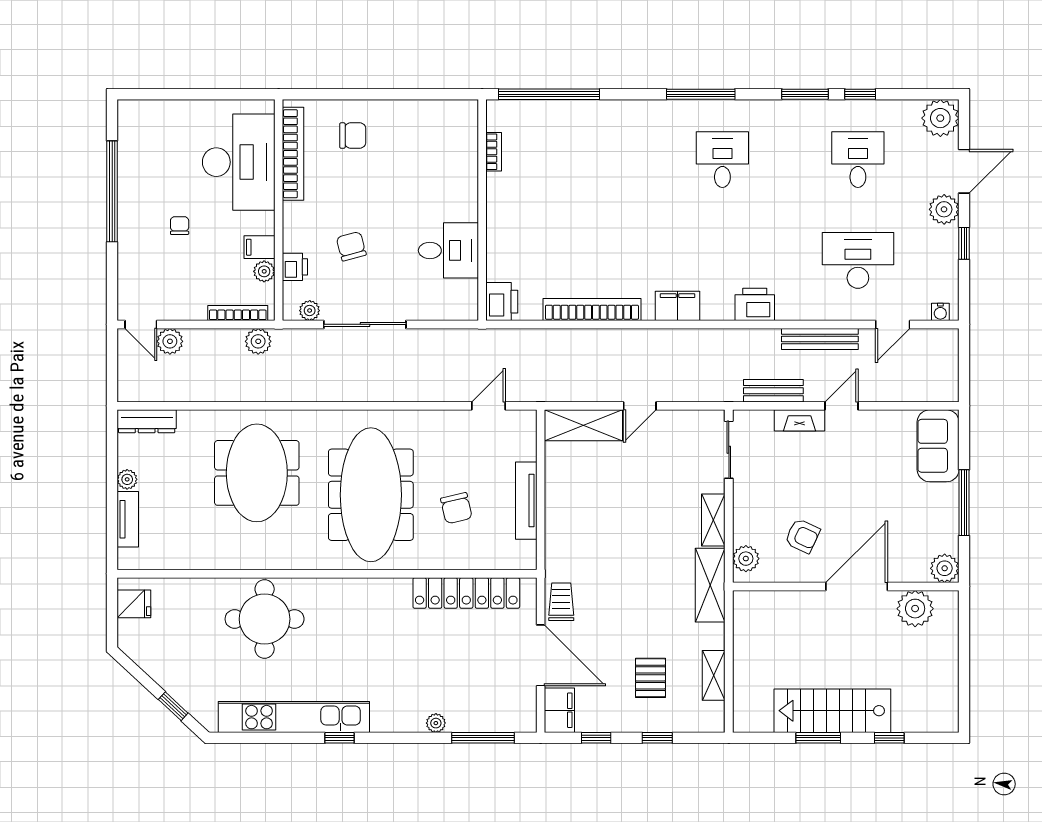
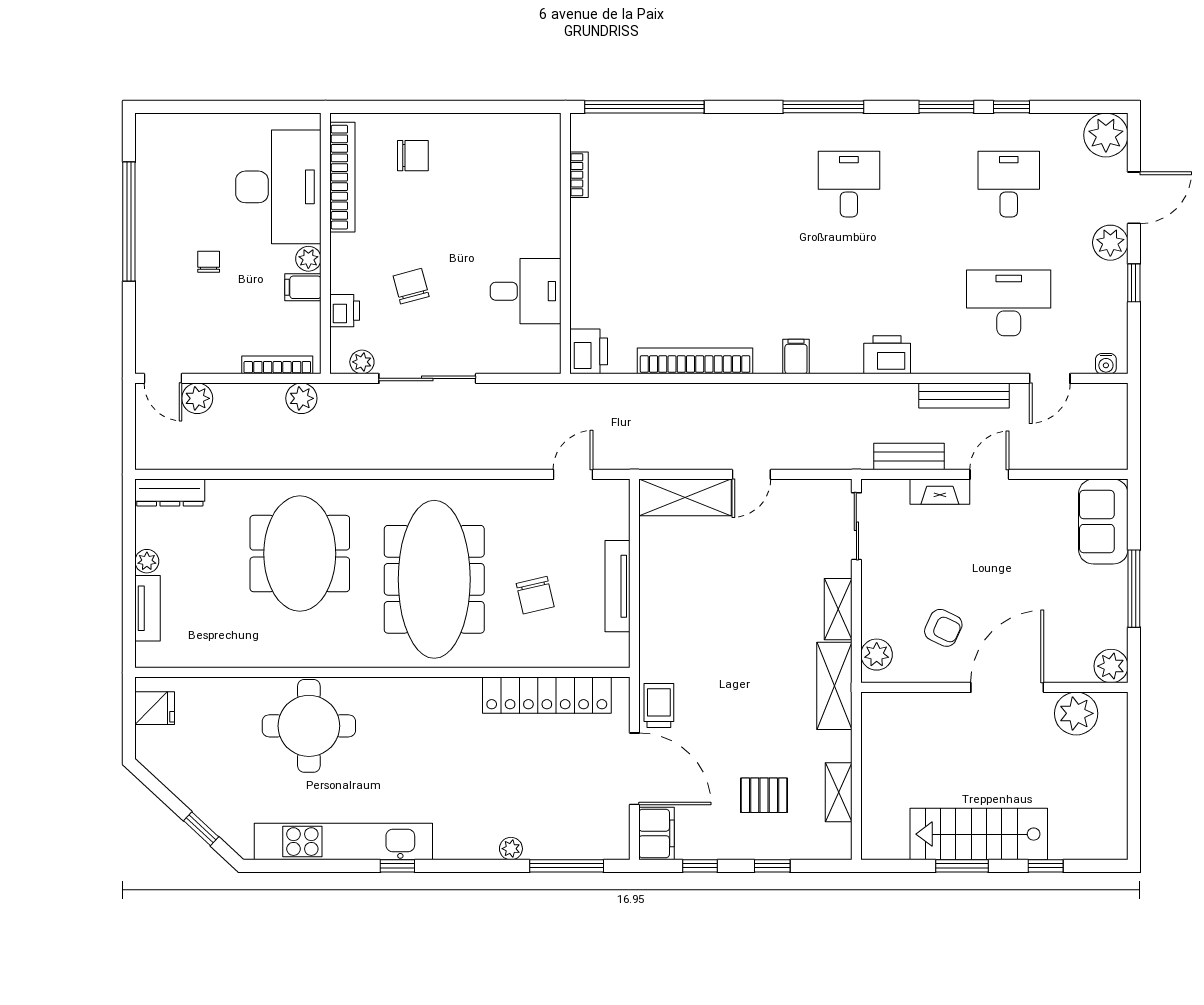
plant: (264, 271) -> (308, 259), moved
filing cabinet: (678, 306) -> (796, 357), width x0.50
pallet: (650, 678) -> (764, 795), turned 90

